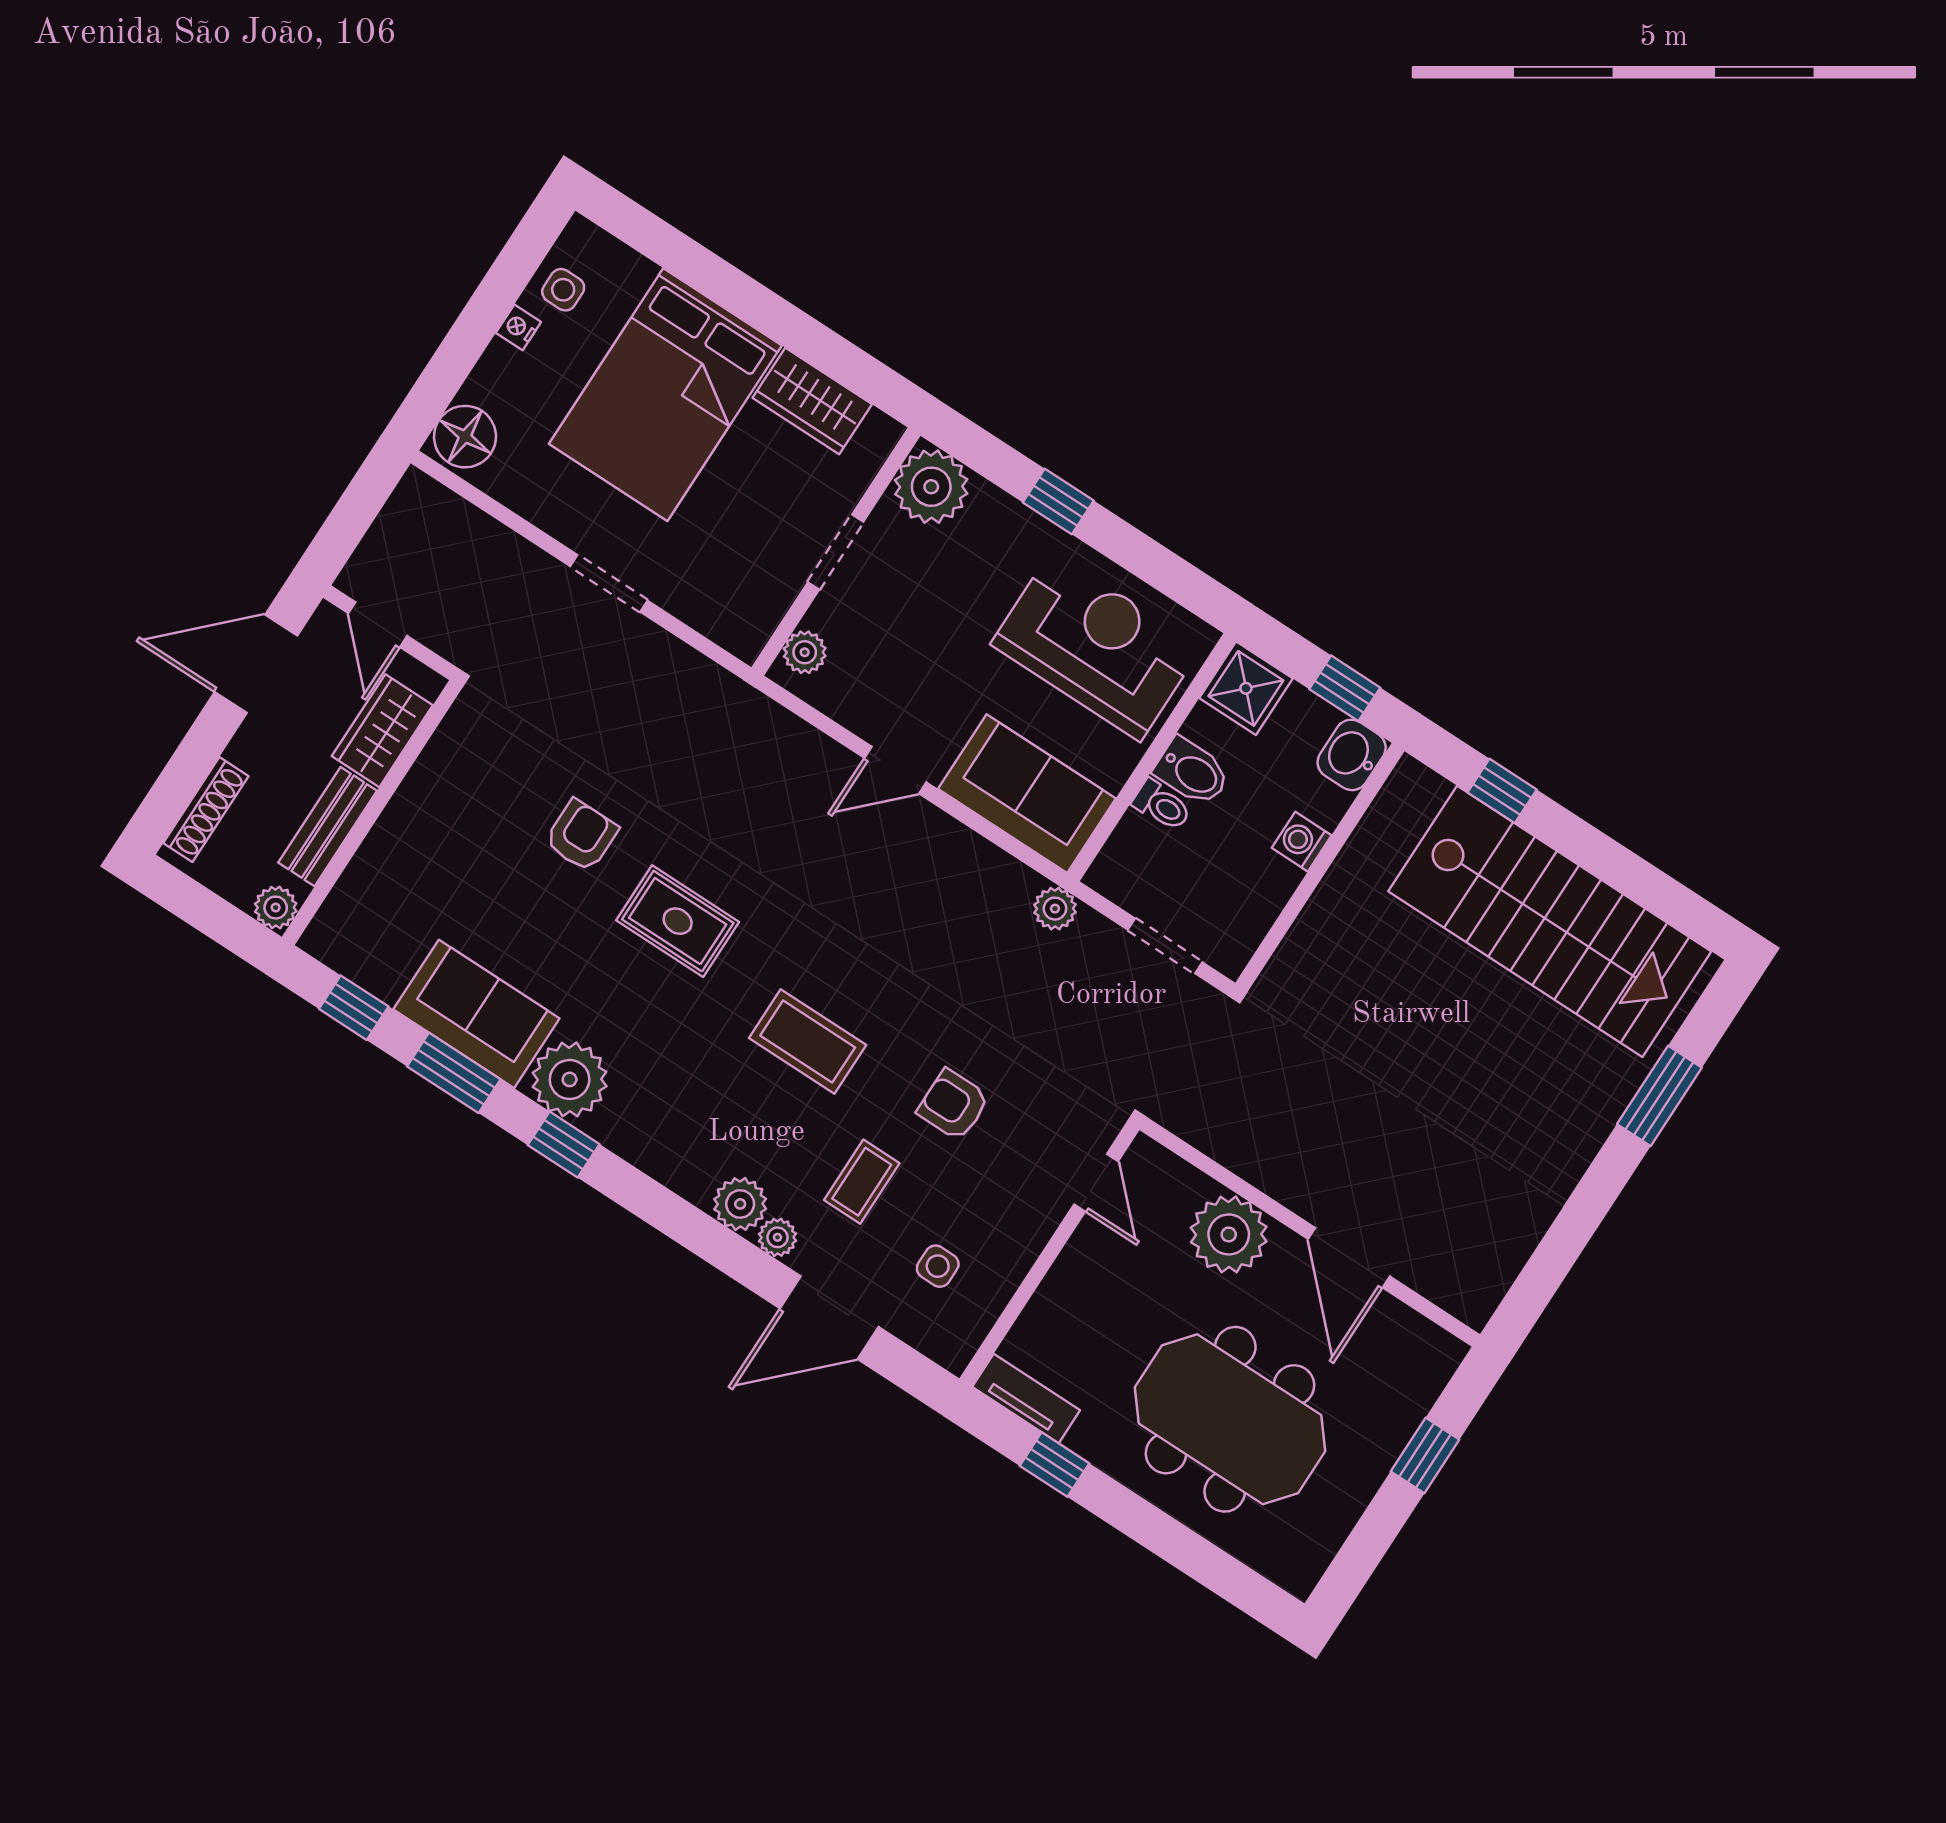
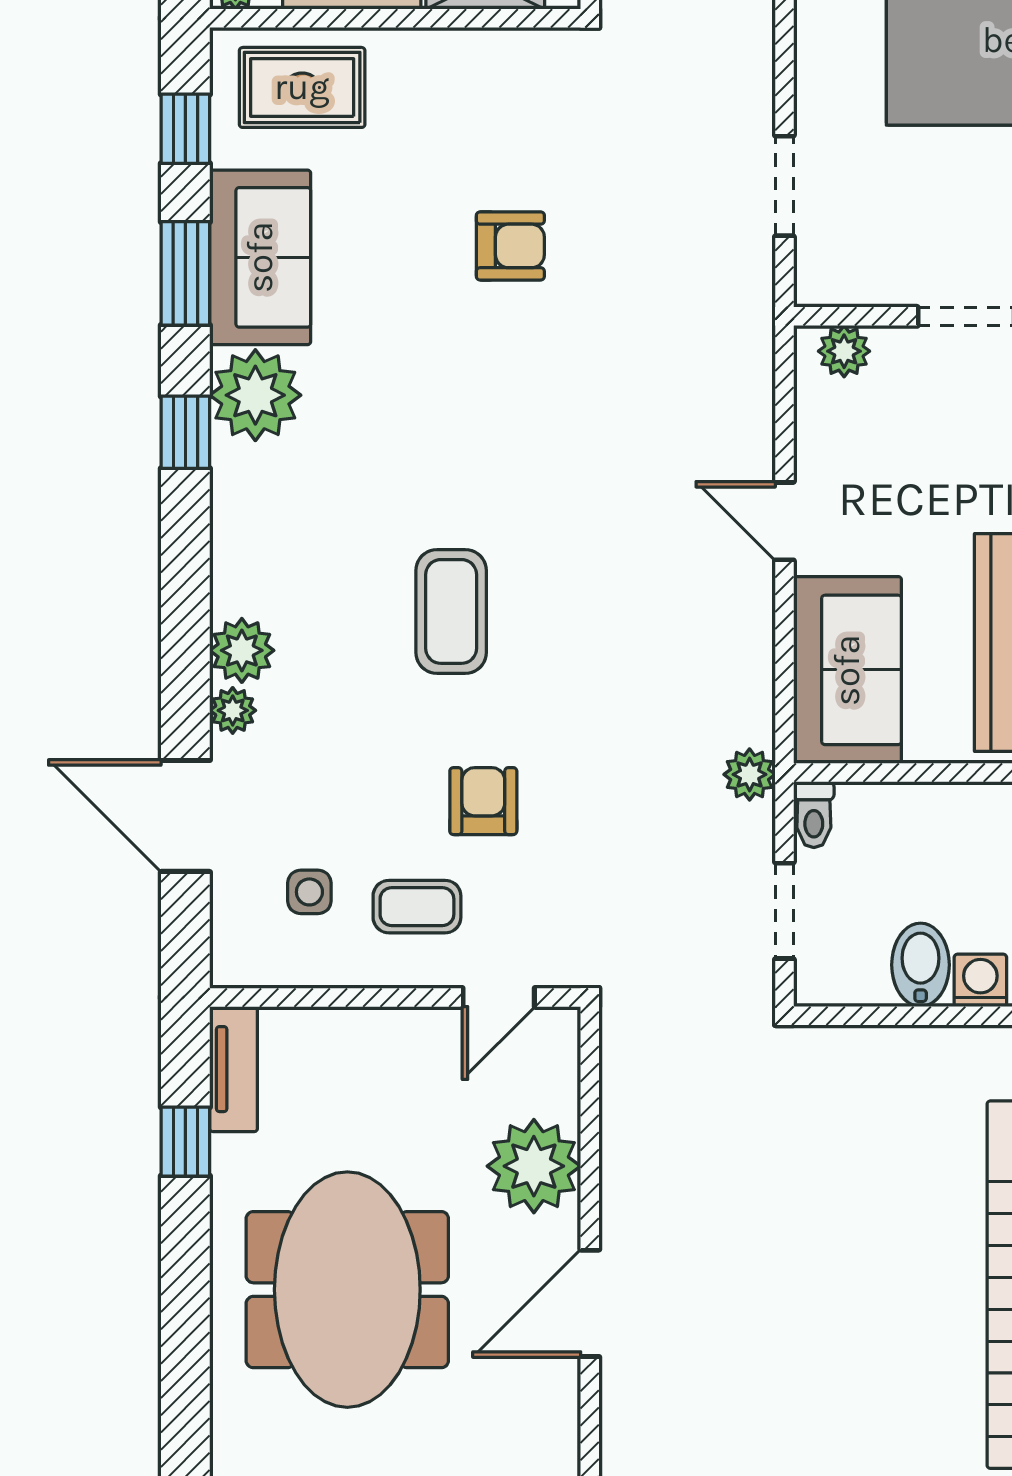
doorway: (609, 583) -> (784, 186), moved
bidet: (1192, 772) -> (921, 965), moved, turned 180
toilet: (1162, 805) -> (814, 815), moved
rug: (678, 921) -> (302, 87), moved, turned 90
coffee table: (862, 1182) -> (417, 907), moved

